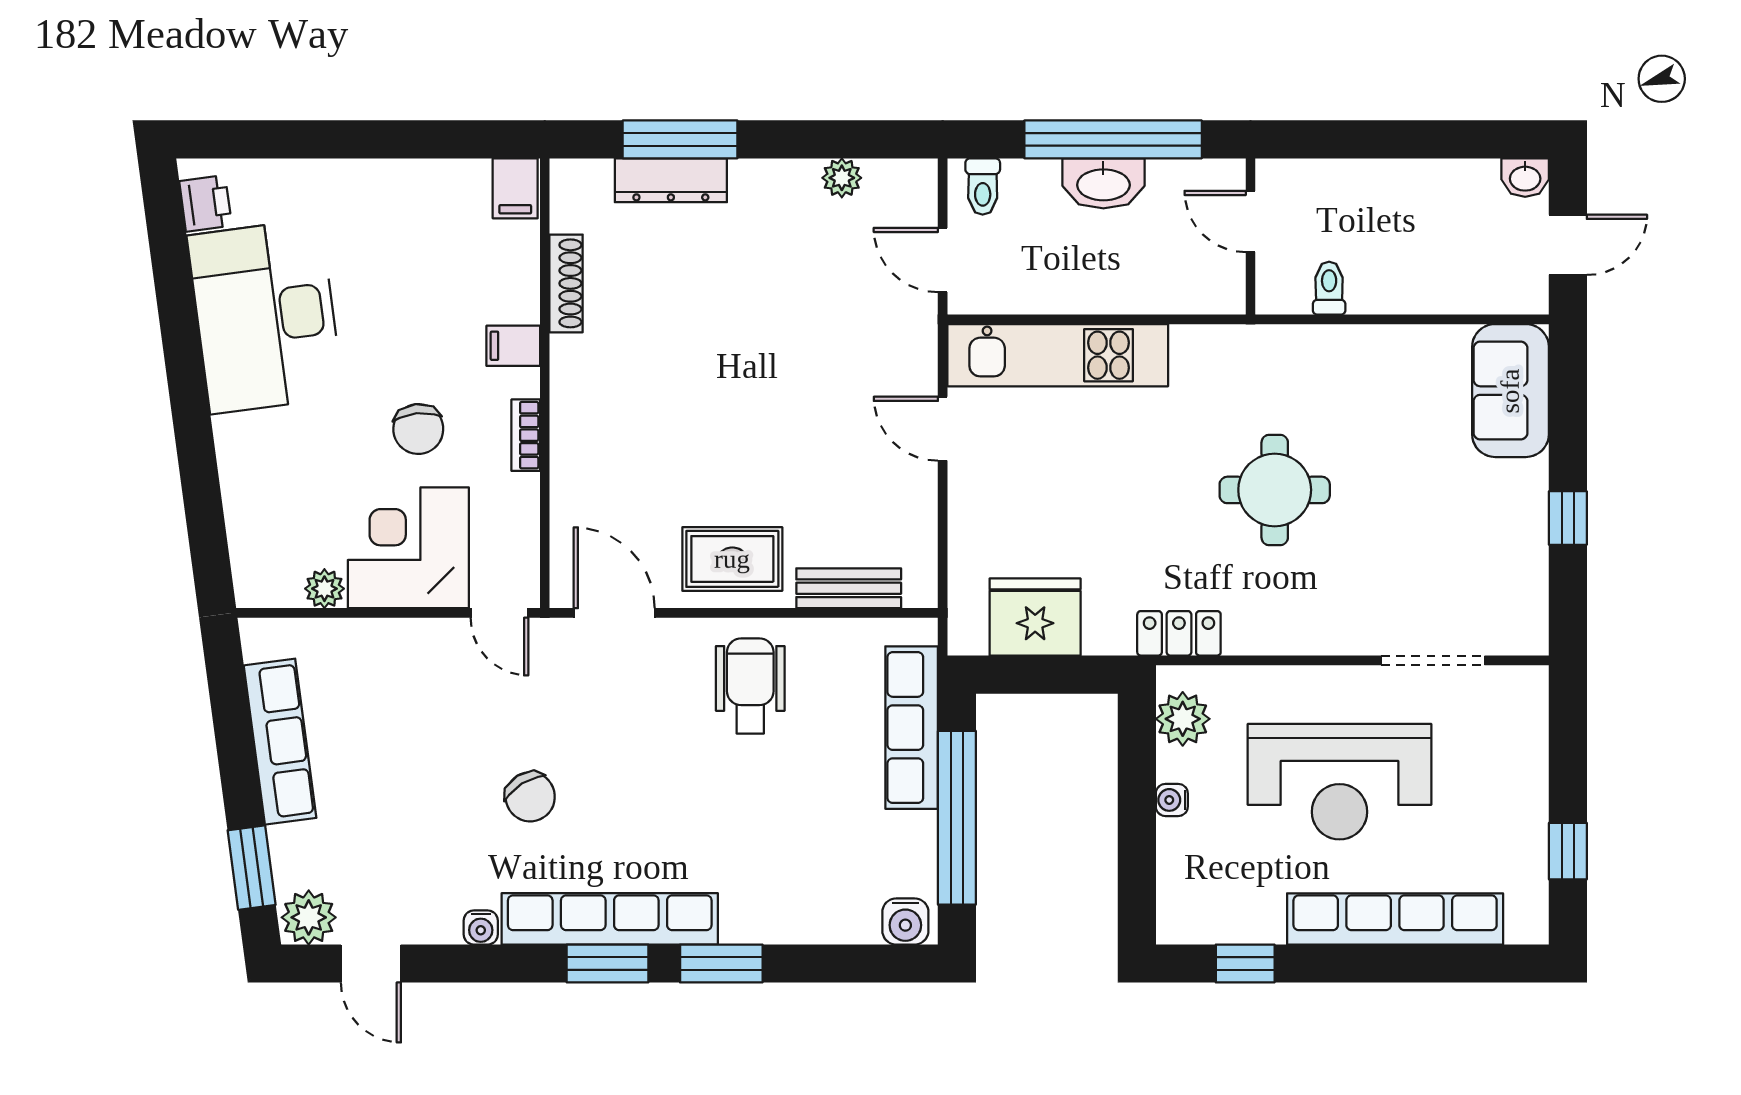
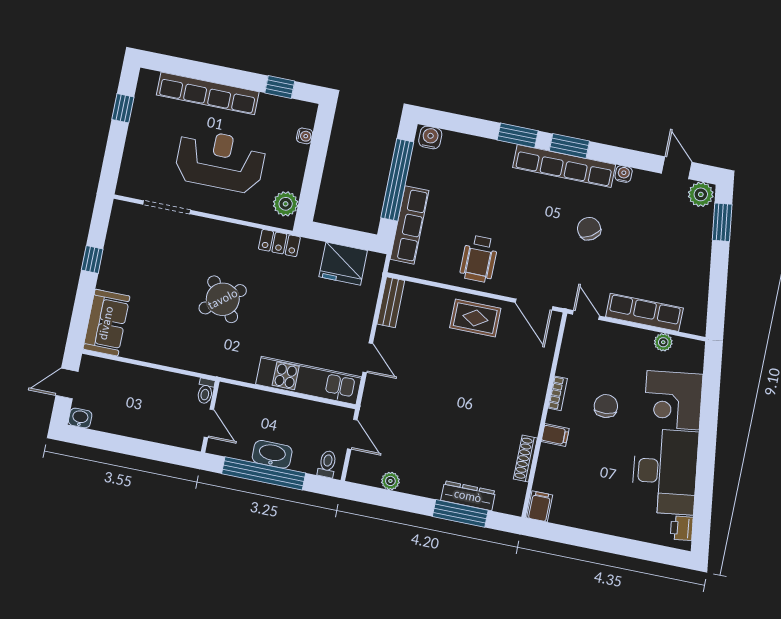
toilet: (1329, 288) -> (205, 391), moved
round table: (1275, 490) -> (223, 299), turned -38
corner desk: (408, 548) -> (673, 400), moved, turned 82
bench: (849, 588) -> (391, 302), moved, turned 90
row of seats: (280, 742) -> (644, 312), moved, turned 98
water cooler: (1172, 800) -> (305, 136), moved

